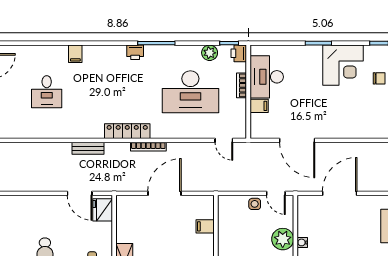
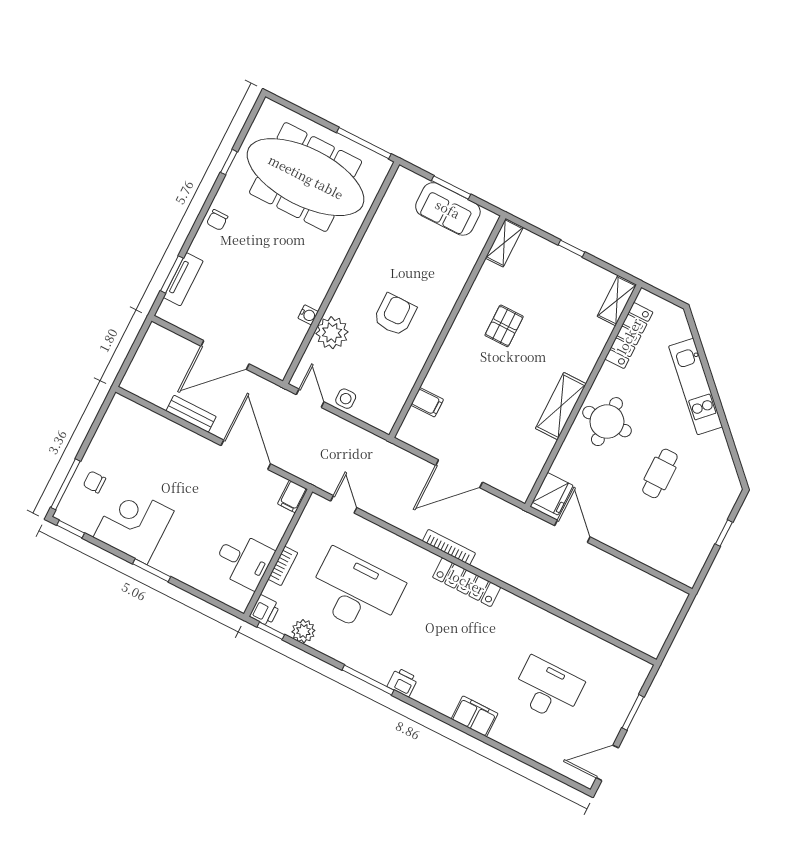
filing cabinet: (75, 54) -> (475, 716), width x2.00
desk: (267, 77) -> (244, 560), width x0.73
desk: (47, 92) -> (547, 689), width x1.37
filing cabinet: (259, 106) -> (292, 496), moved, turned -90
bench: (88, 148) -> (191, 414), moved

